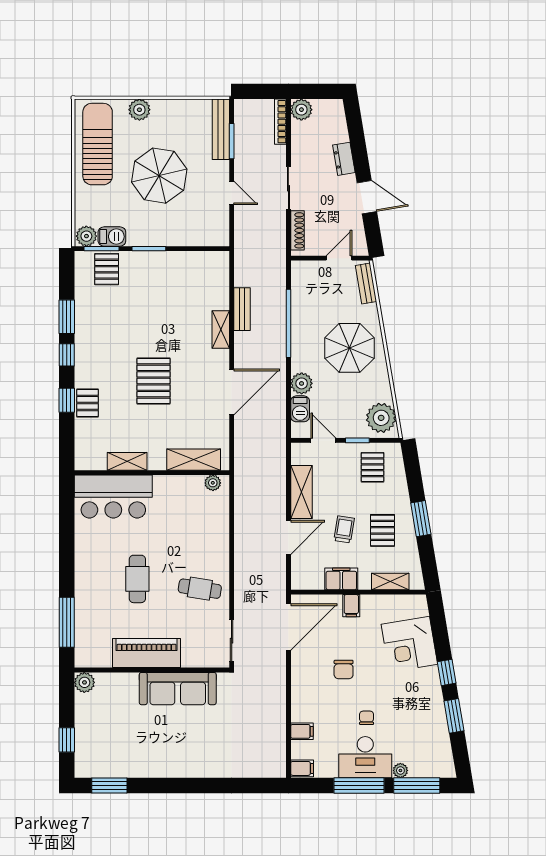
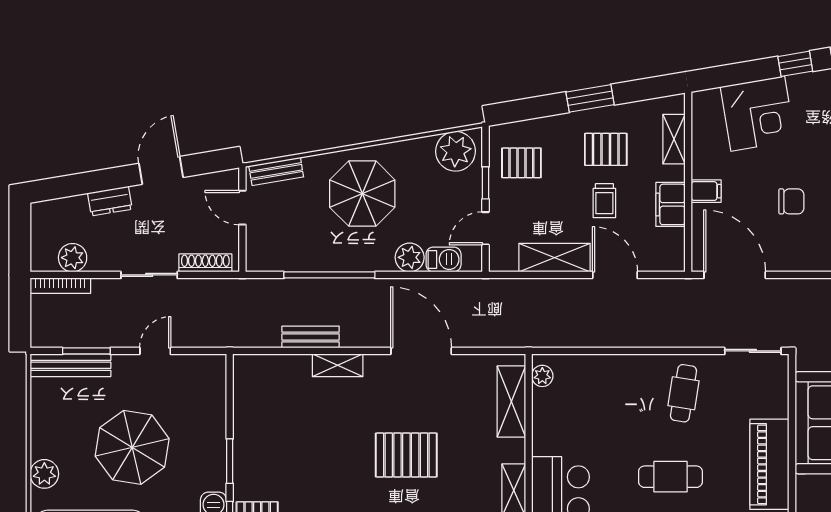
plant: (301, 110) -> (73, 258), moved
trolley: (344, 529) -> (604, 201), turned -99

